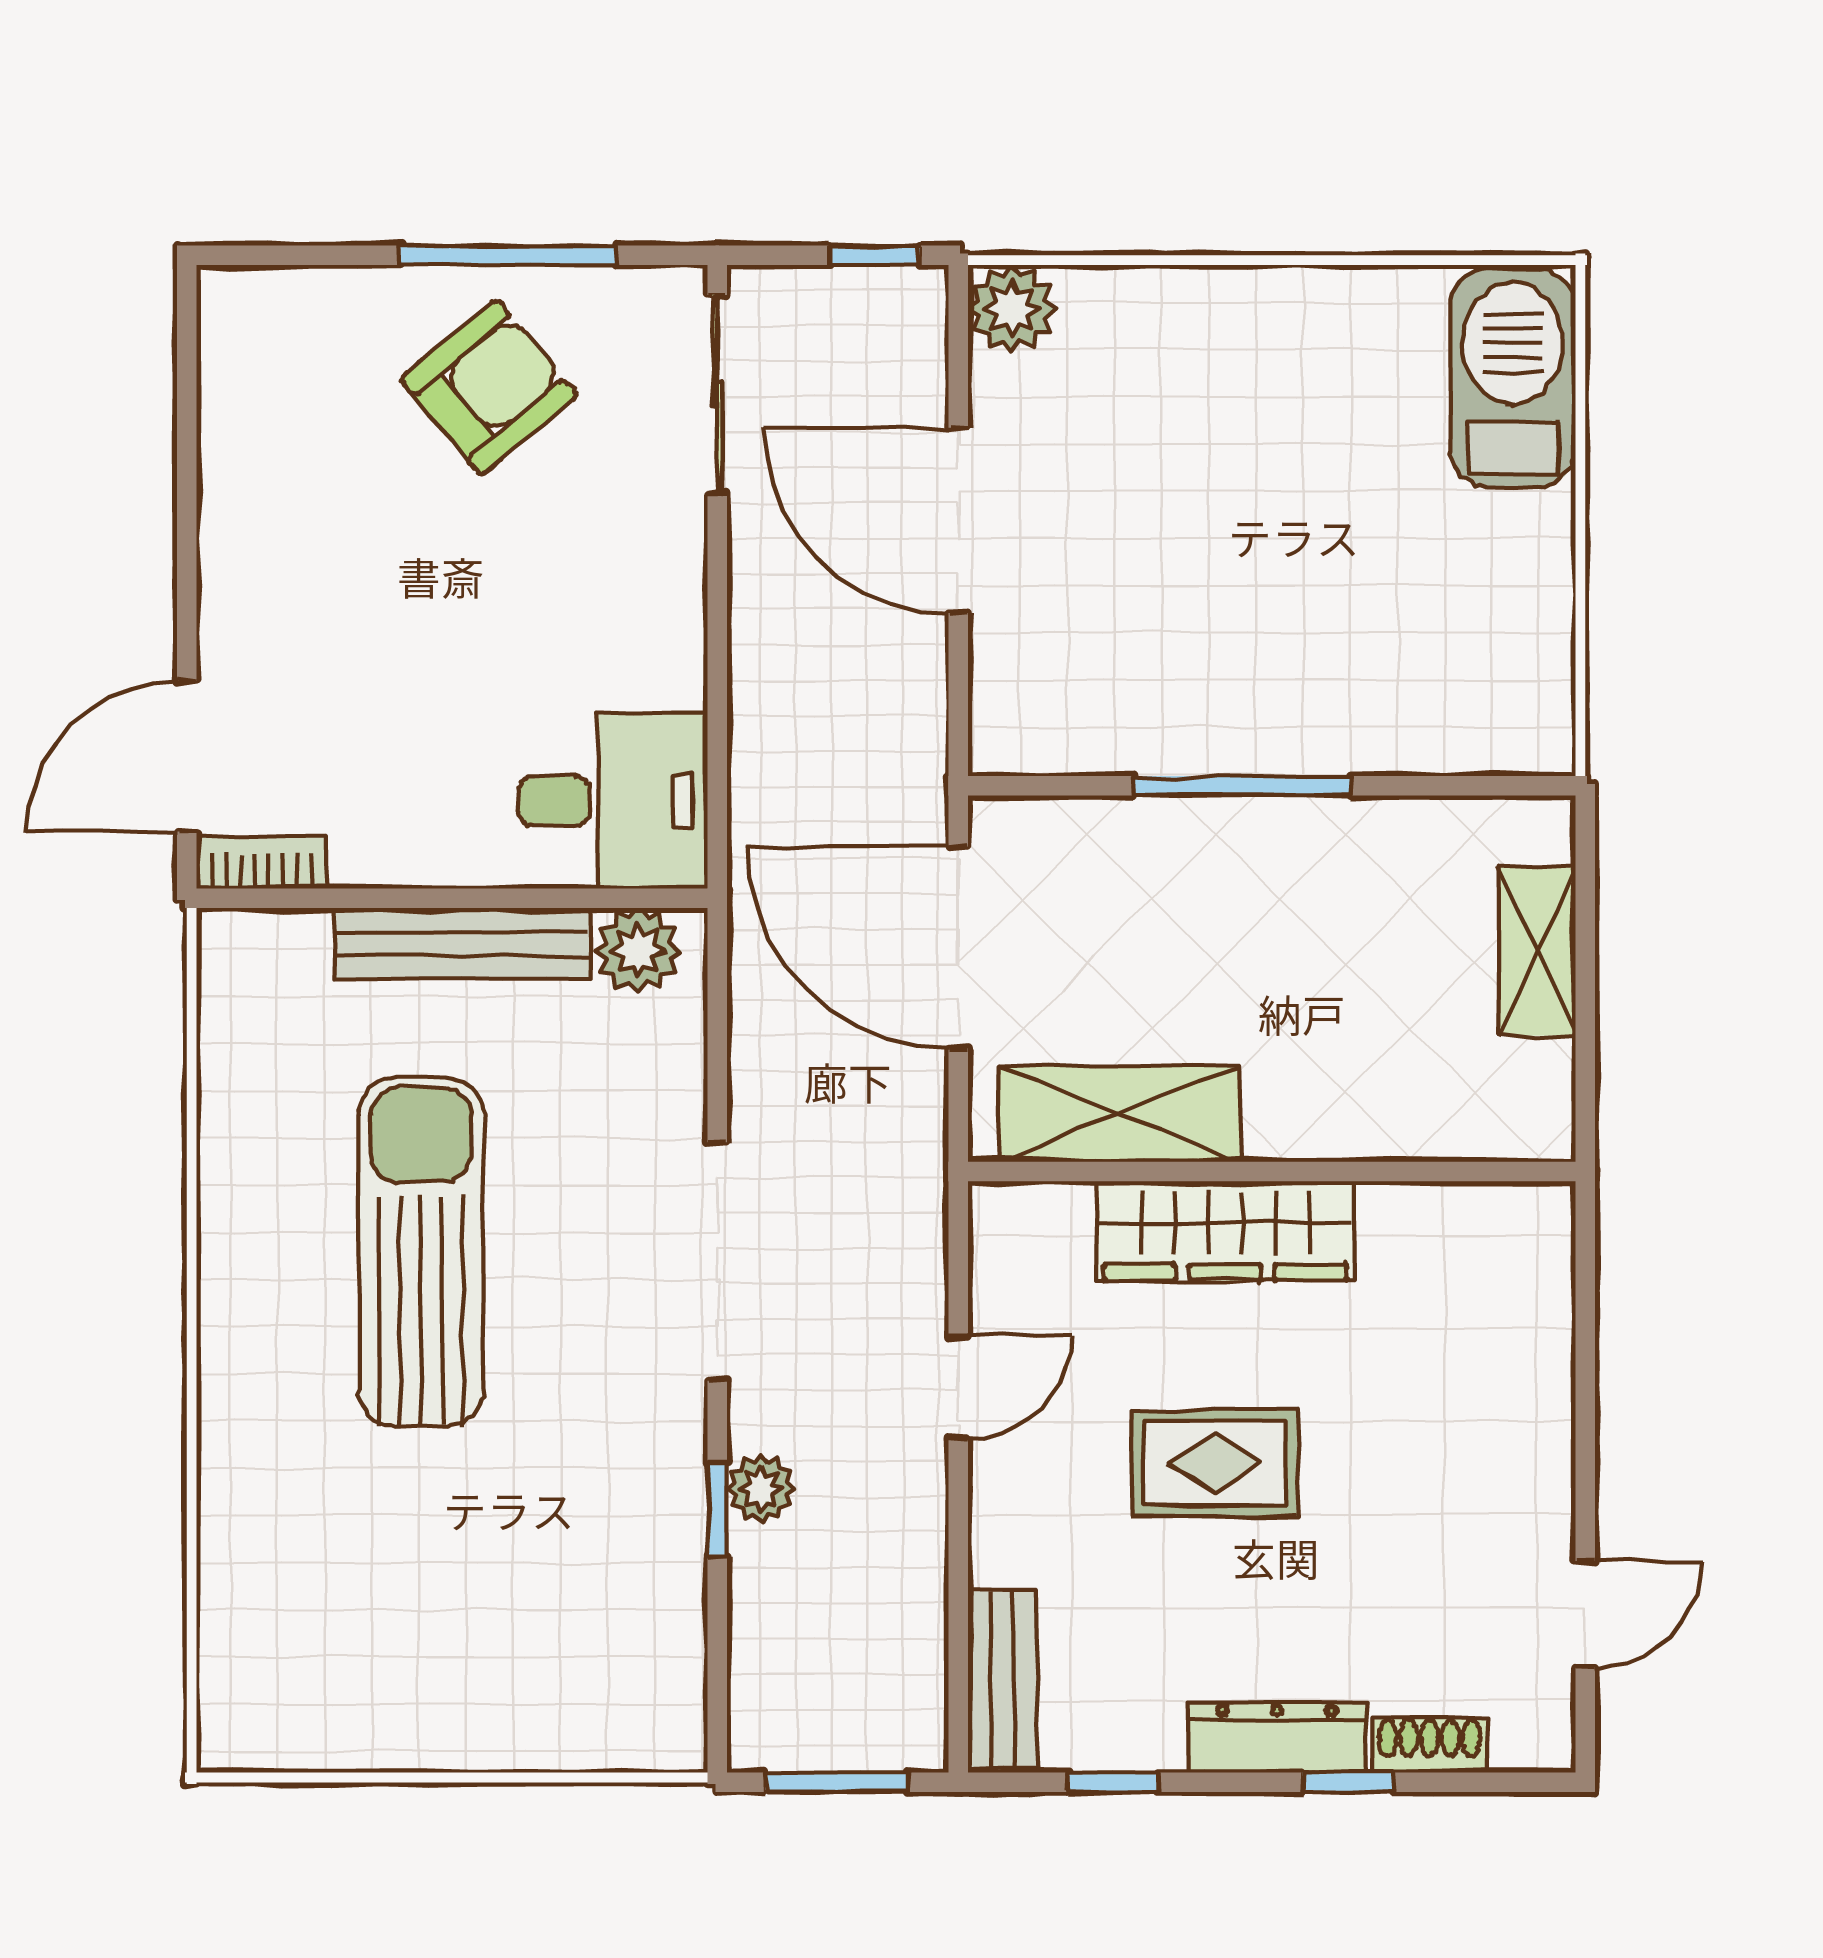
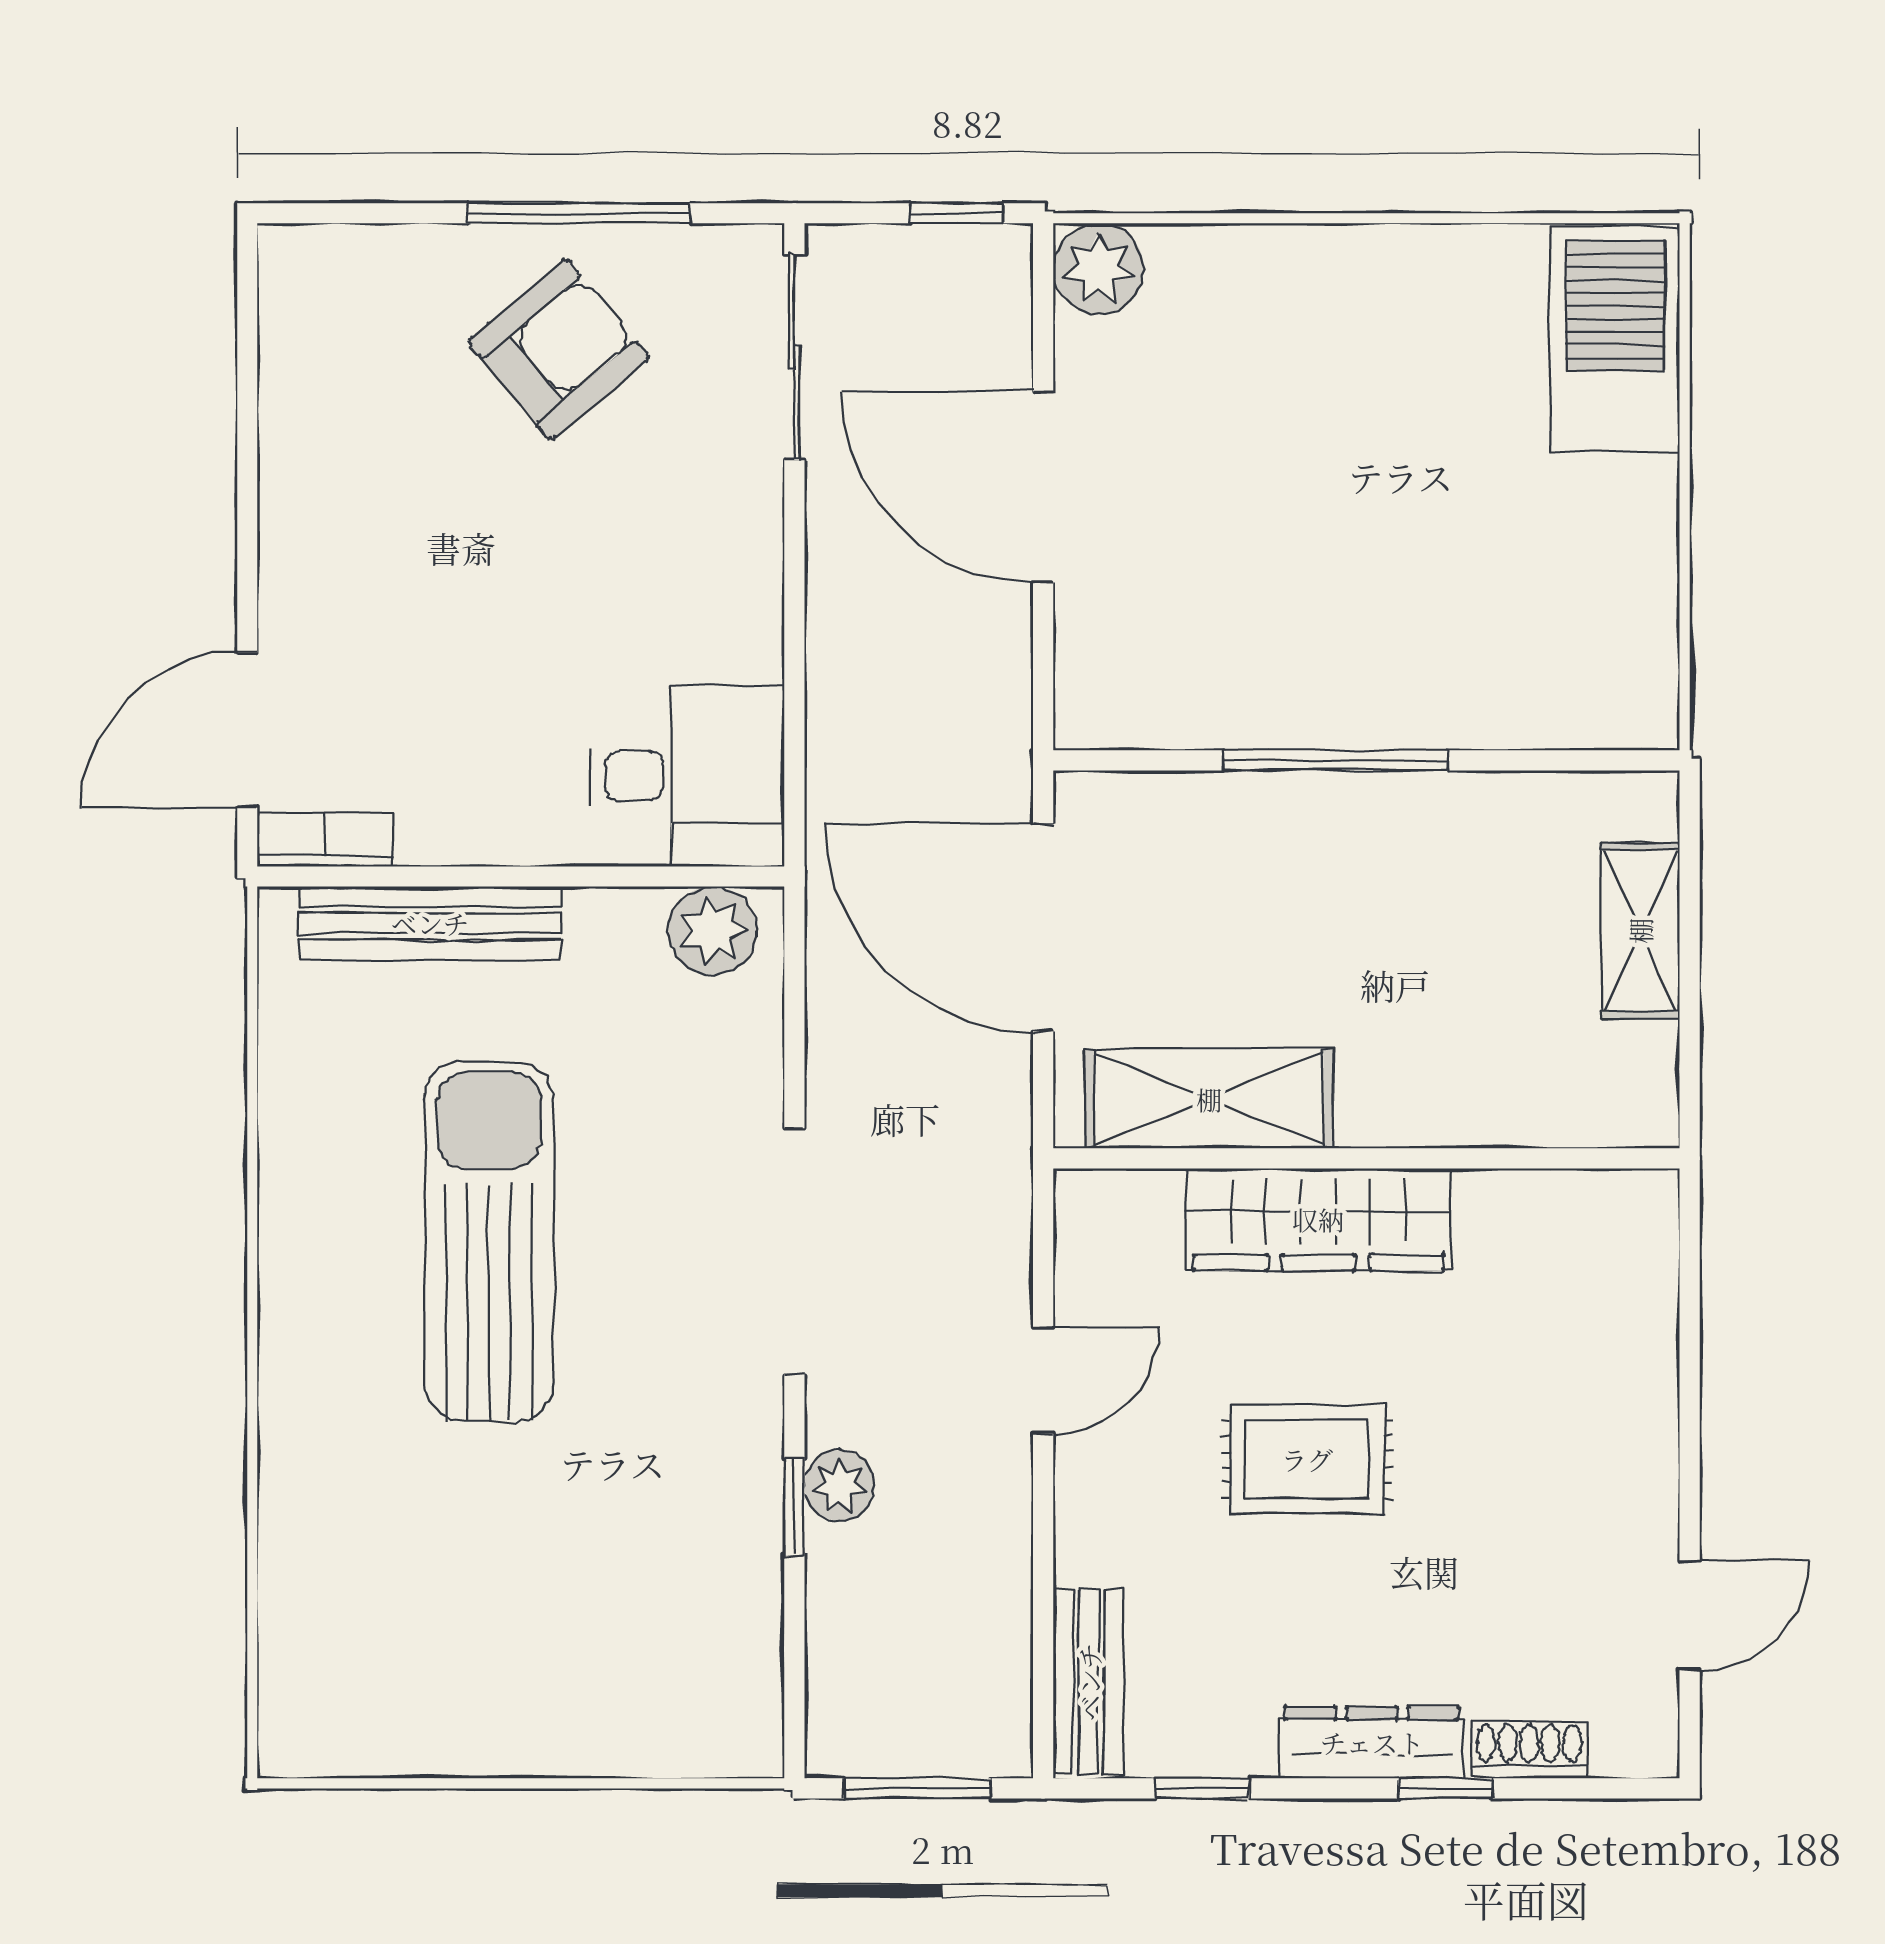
bench: (462, 944) -> (430, 923), moved

